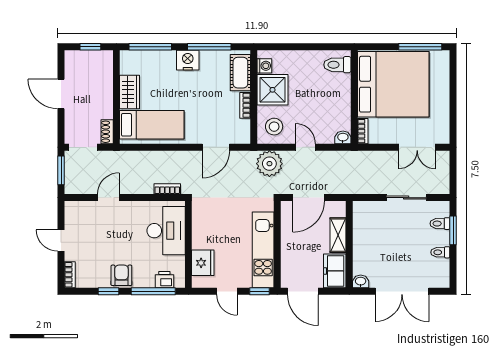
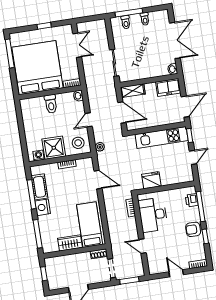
toilet: (337, 65) -> (51, 104), moved
cot: (240, 73) -> (39, 187), moved, turned 90
window: (453, 103) -> (44, 26), added
plant: (269, 164) -> (100, 147), width x0.53, depth x0.53
sliding door: (406, 198) -> (114, 63), moved
window: (453, 230) -> (129, 13), width x1.44
desk: (166, 231) -> (153, 215), moved, turned -90
shelving: (338, 235) -> (133, 91), moved
door: (61, 240) -> (176, 273), swing flipped
fridge: (203, 263) -> (151, 180), moved

